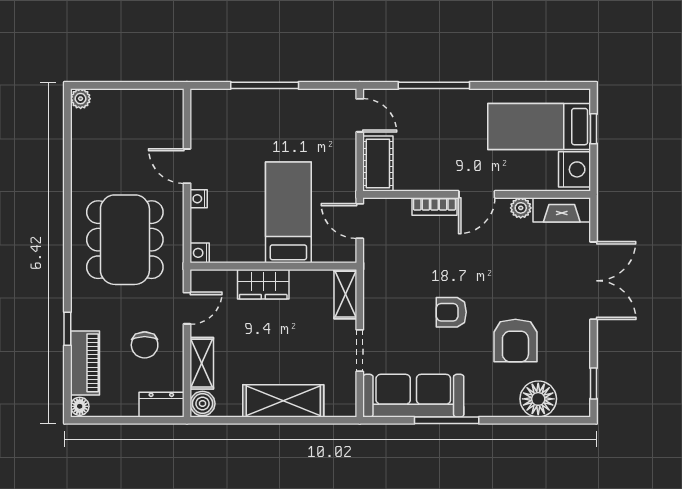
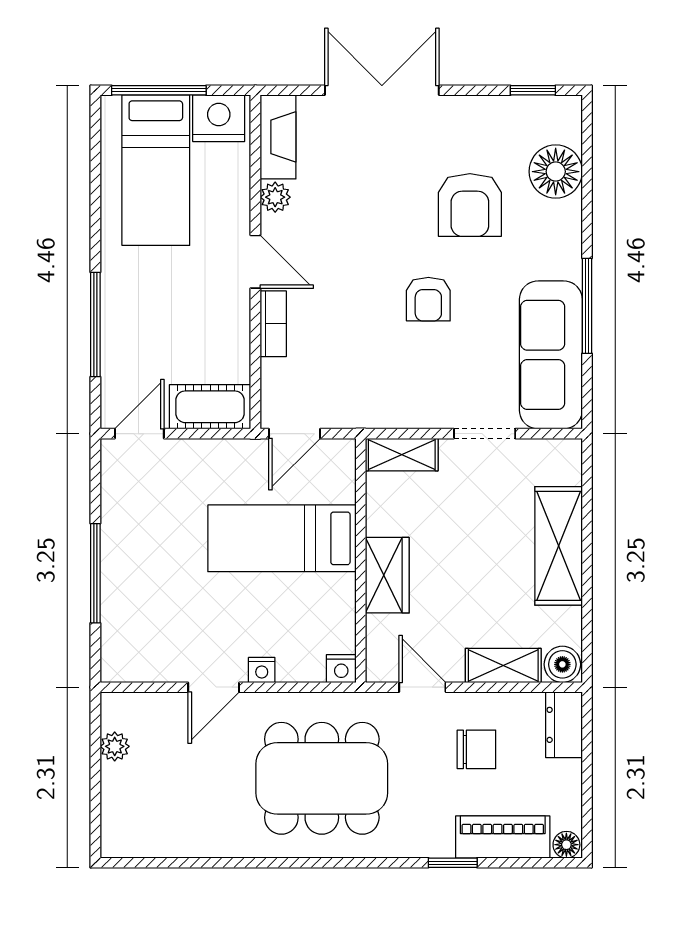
plant: (81, 99) -> (115, 746), moved
window: (594, 129) -> (159, 90), width x2.17
armchair: (515, 341) -> (470, 205), turned 90

